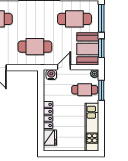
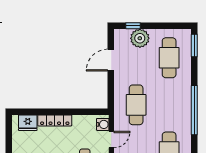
door: (64, 67) -> (111, 140), hinge flipped

